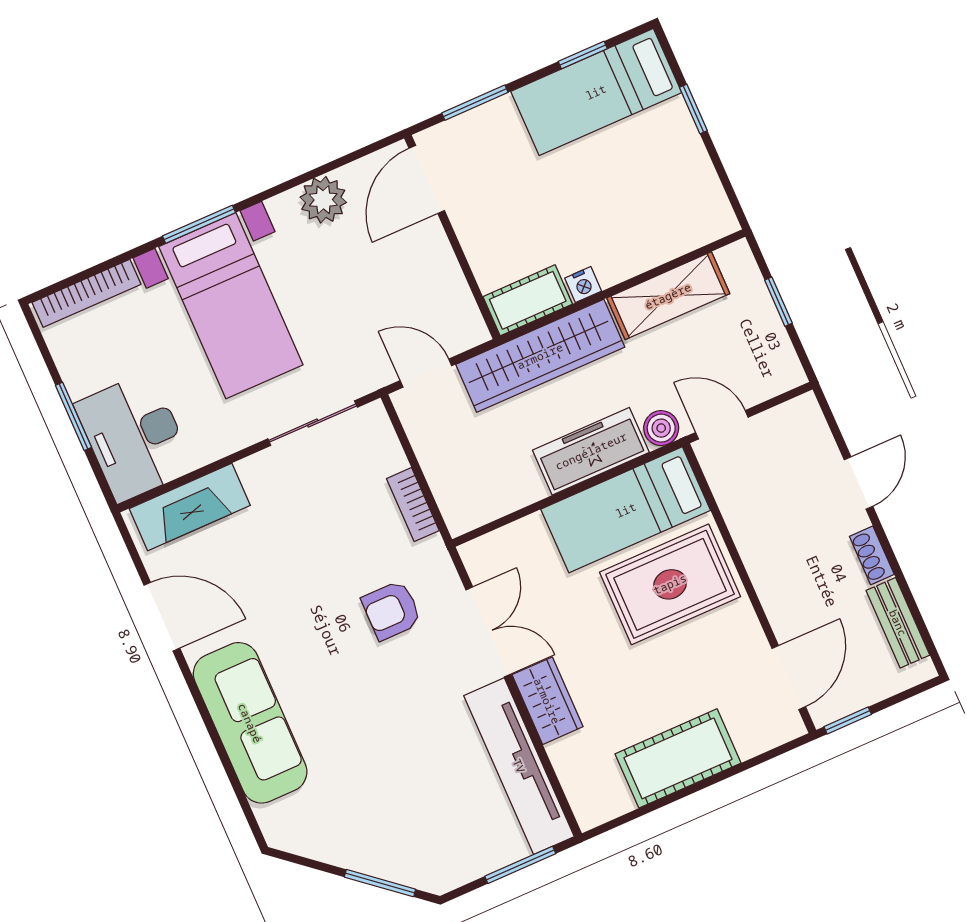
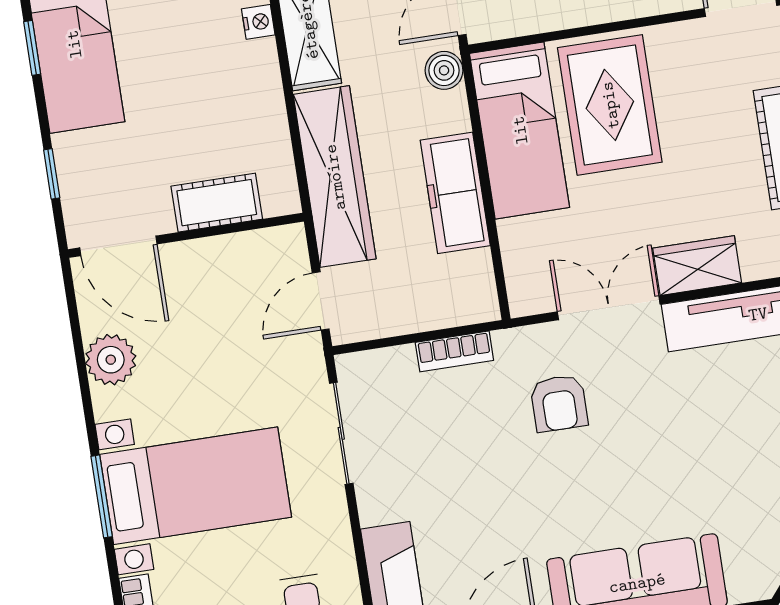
window: (475, 103) -> (52, 174), width x0.67
nightstand: (583, 285) -> (258, 22), moved
cot: (528, 300) -> (217, 203), moved, turned 90
freezer: (591, 451) -> (455, 193), moved

